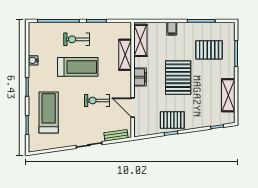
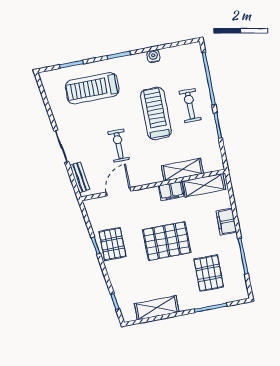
filing cabinet: (172, 29) -> (226, 222), width x2.00
treadmill: (78, 67) -> (156, 113), turned 180
filing cabinet: (140, 77) -> (171, 191), moved
treadmill: (49, 112) -> (92, 88), turned 180

